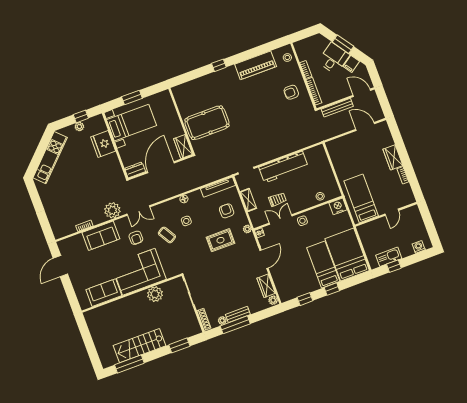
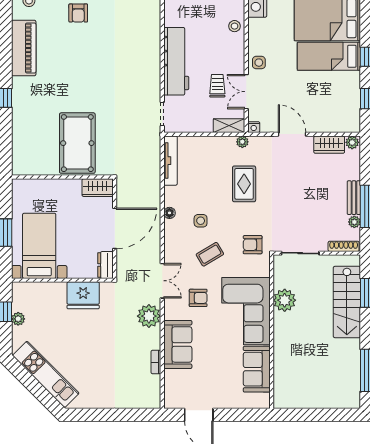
fridge: (103, 144) -> (83, 295), moved
door: (161, 167) -> (115, 228), swing flipped
shelving: (248, 200) -> (229, 126), moved
armchair: (227, 211) -> (253, 245), moved
stairs: (140, 346) -> (347, 302), moved

